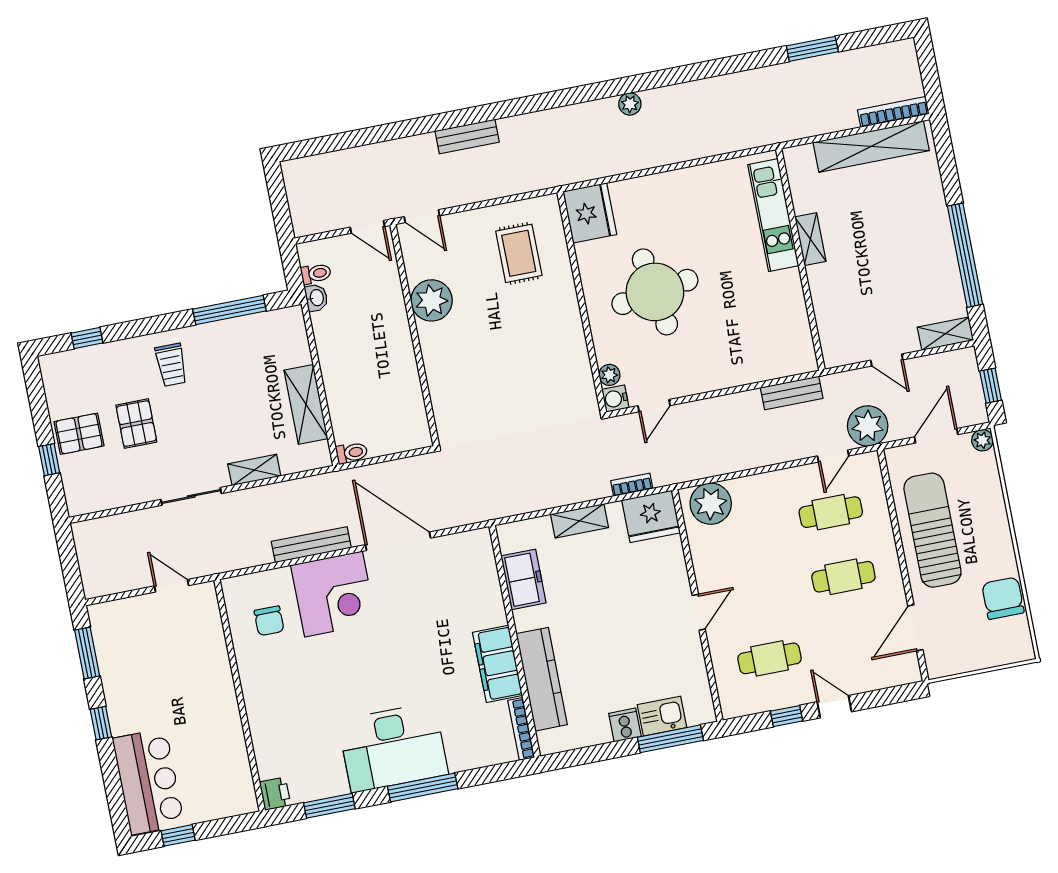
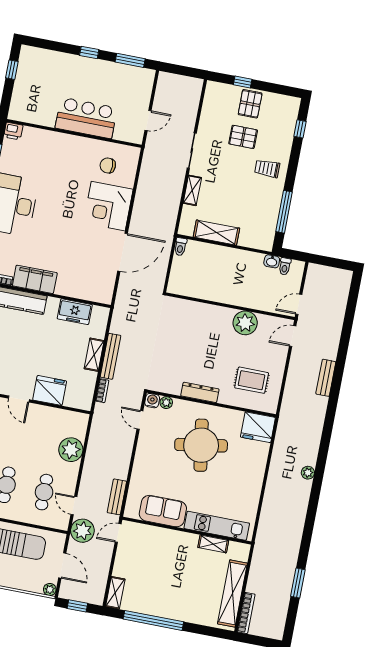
shelving: (810, 239) -> (213, 544), moved
sofa: (785, 310) -> (163, 511), added
dresser: (572, 328) -> (200, 392), added
door: (887, 360) -> (118, 533), moved
plant: (711, 504) -> (71, 450), moved
fridge: (651, 516) -> (50, 390), moved, turned 90
bench: (311, 545) -> (111, 356), moved
bar counter: (148, 782) -> (86, 118), moved, turned 180

